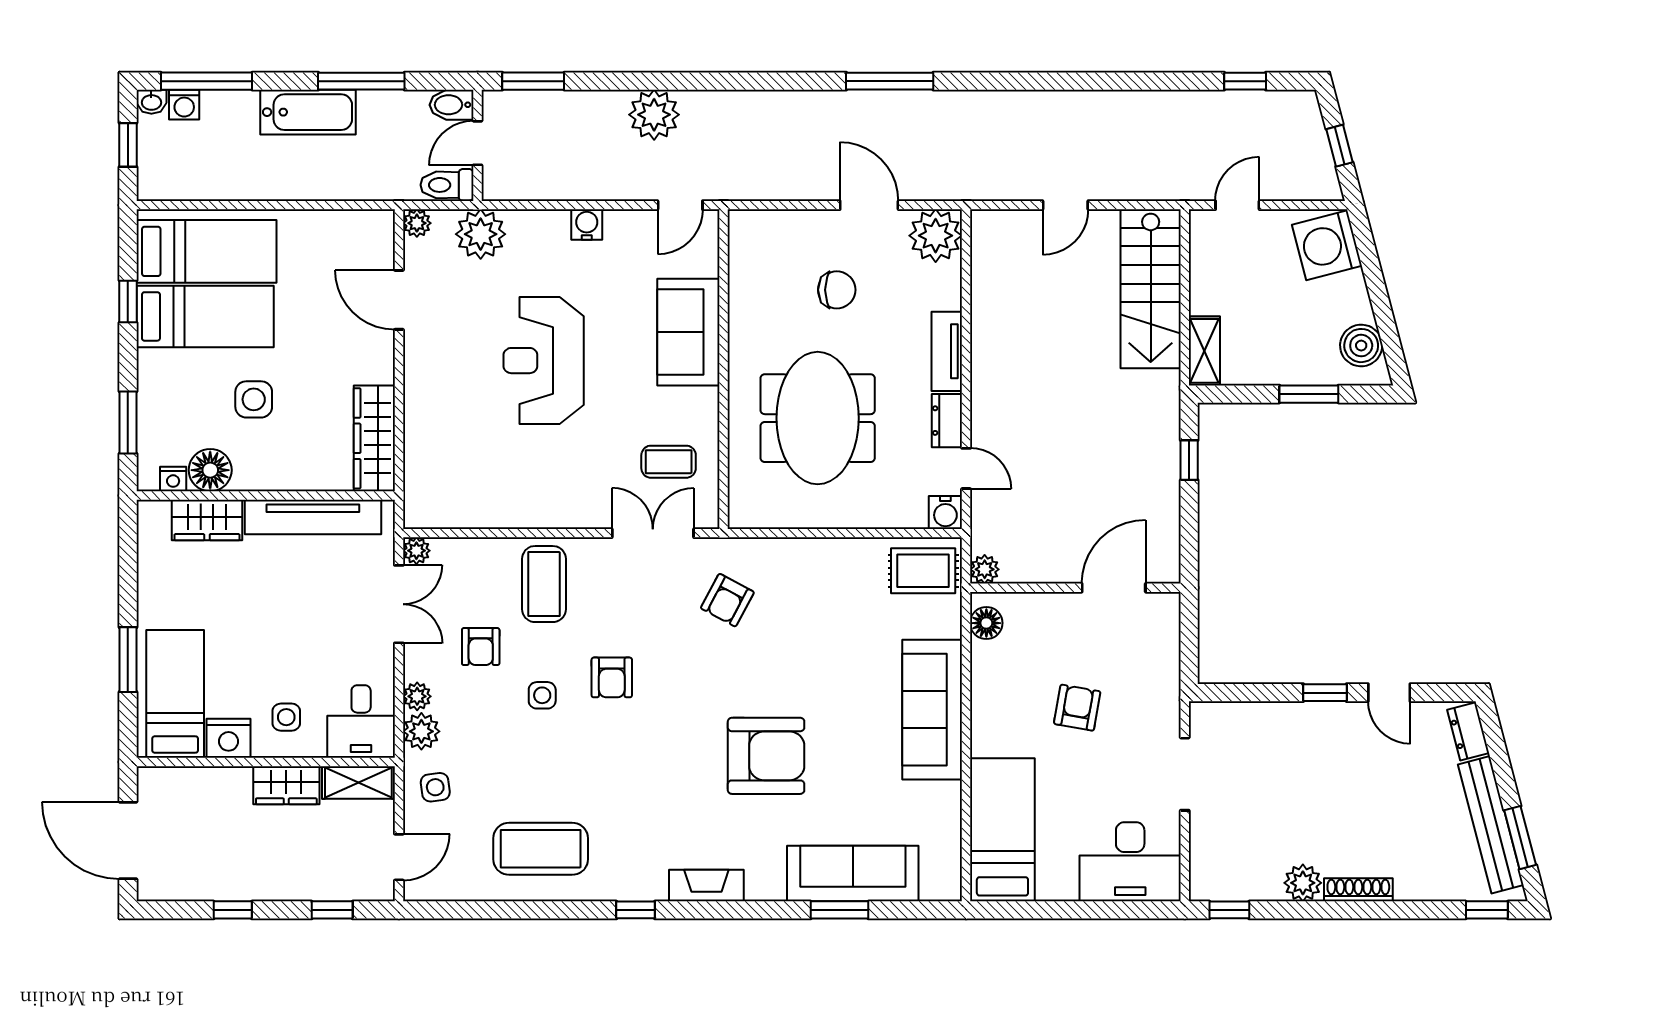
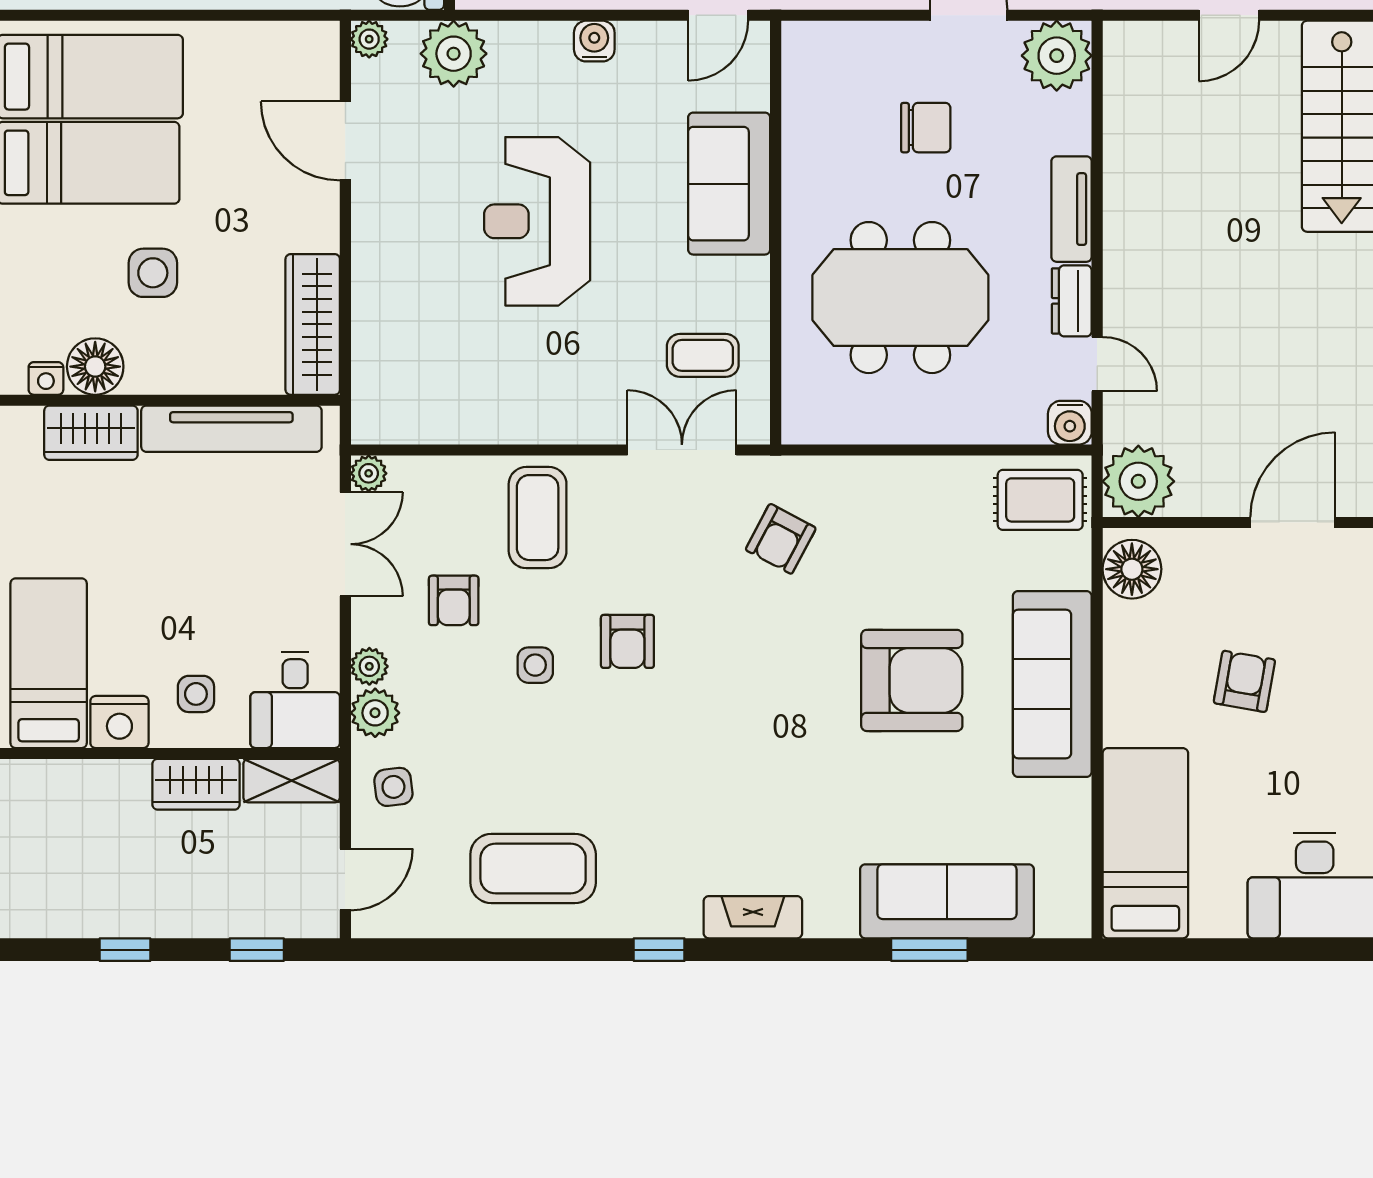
meeting table: (818, 418) -> (900, 298), turned 90
plant: (985, 569) -> (1138, 481), width x1.87, depth x1.87
floor lamp: (986, 623) -> (1132, 569), width x1.38, depth x1.38
armchair: (766, 756) -> (912, 680), moved

